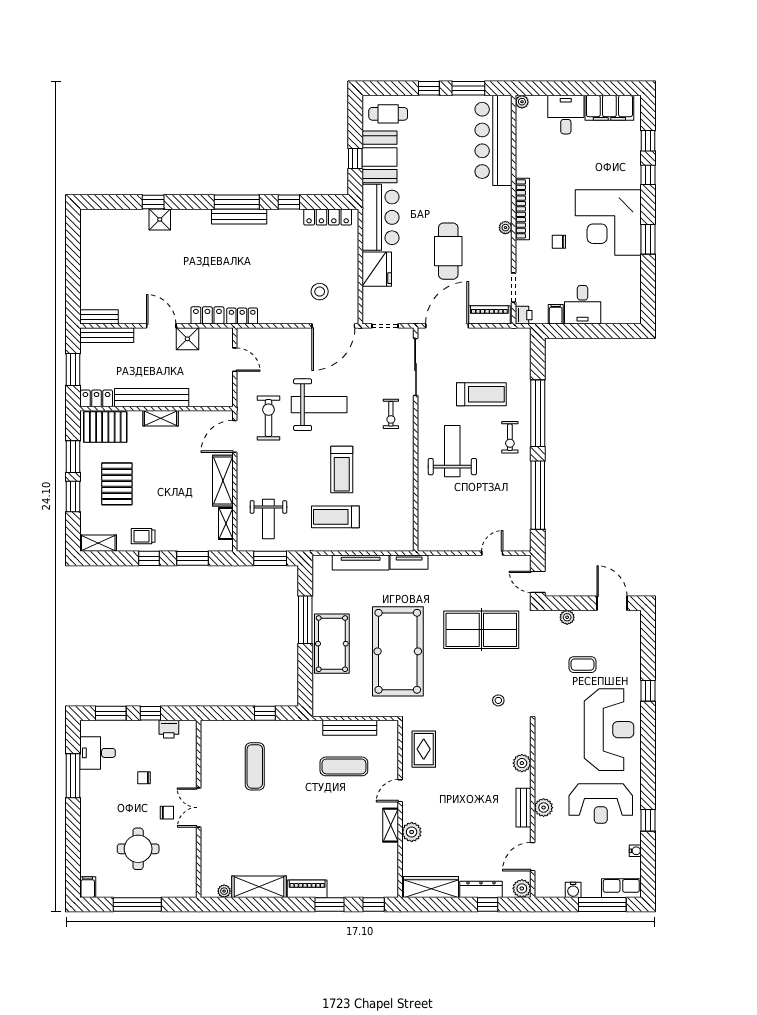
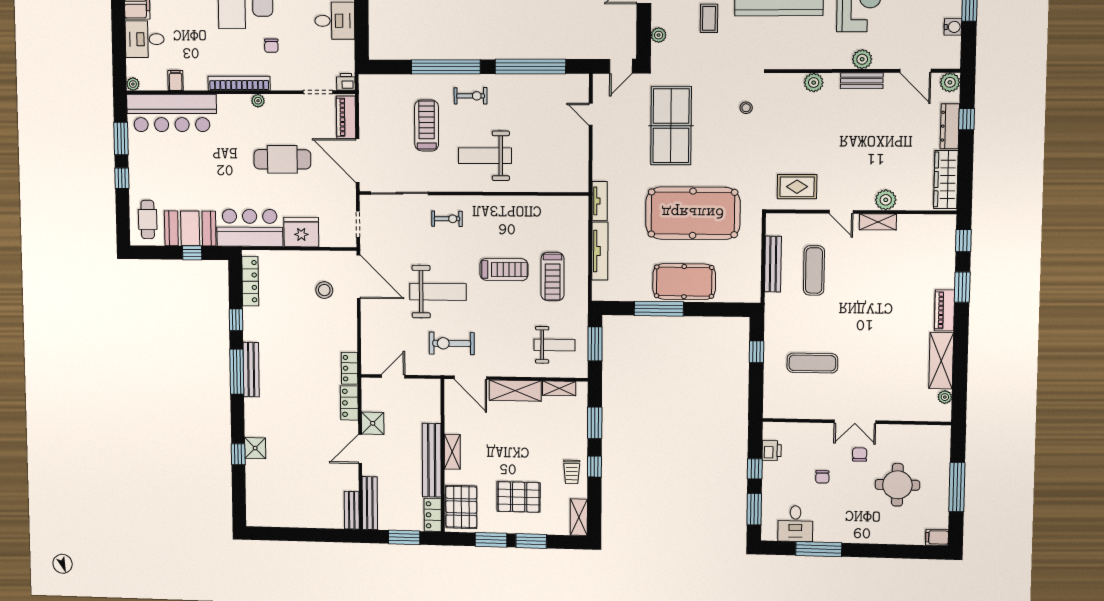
filing cabinet: (556, 314) -> (176, 81), moved, turned 90
weight bench: (319, 405) -> (438, 292), turned 90

